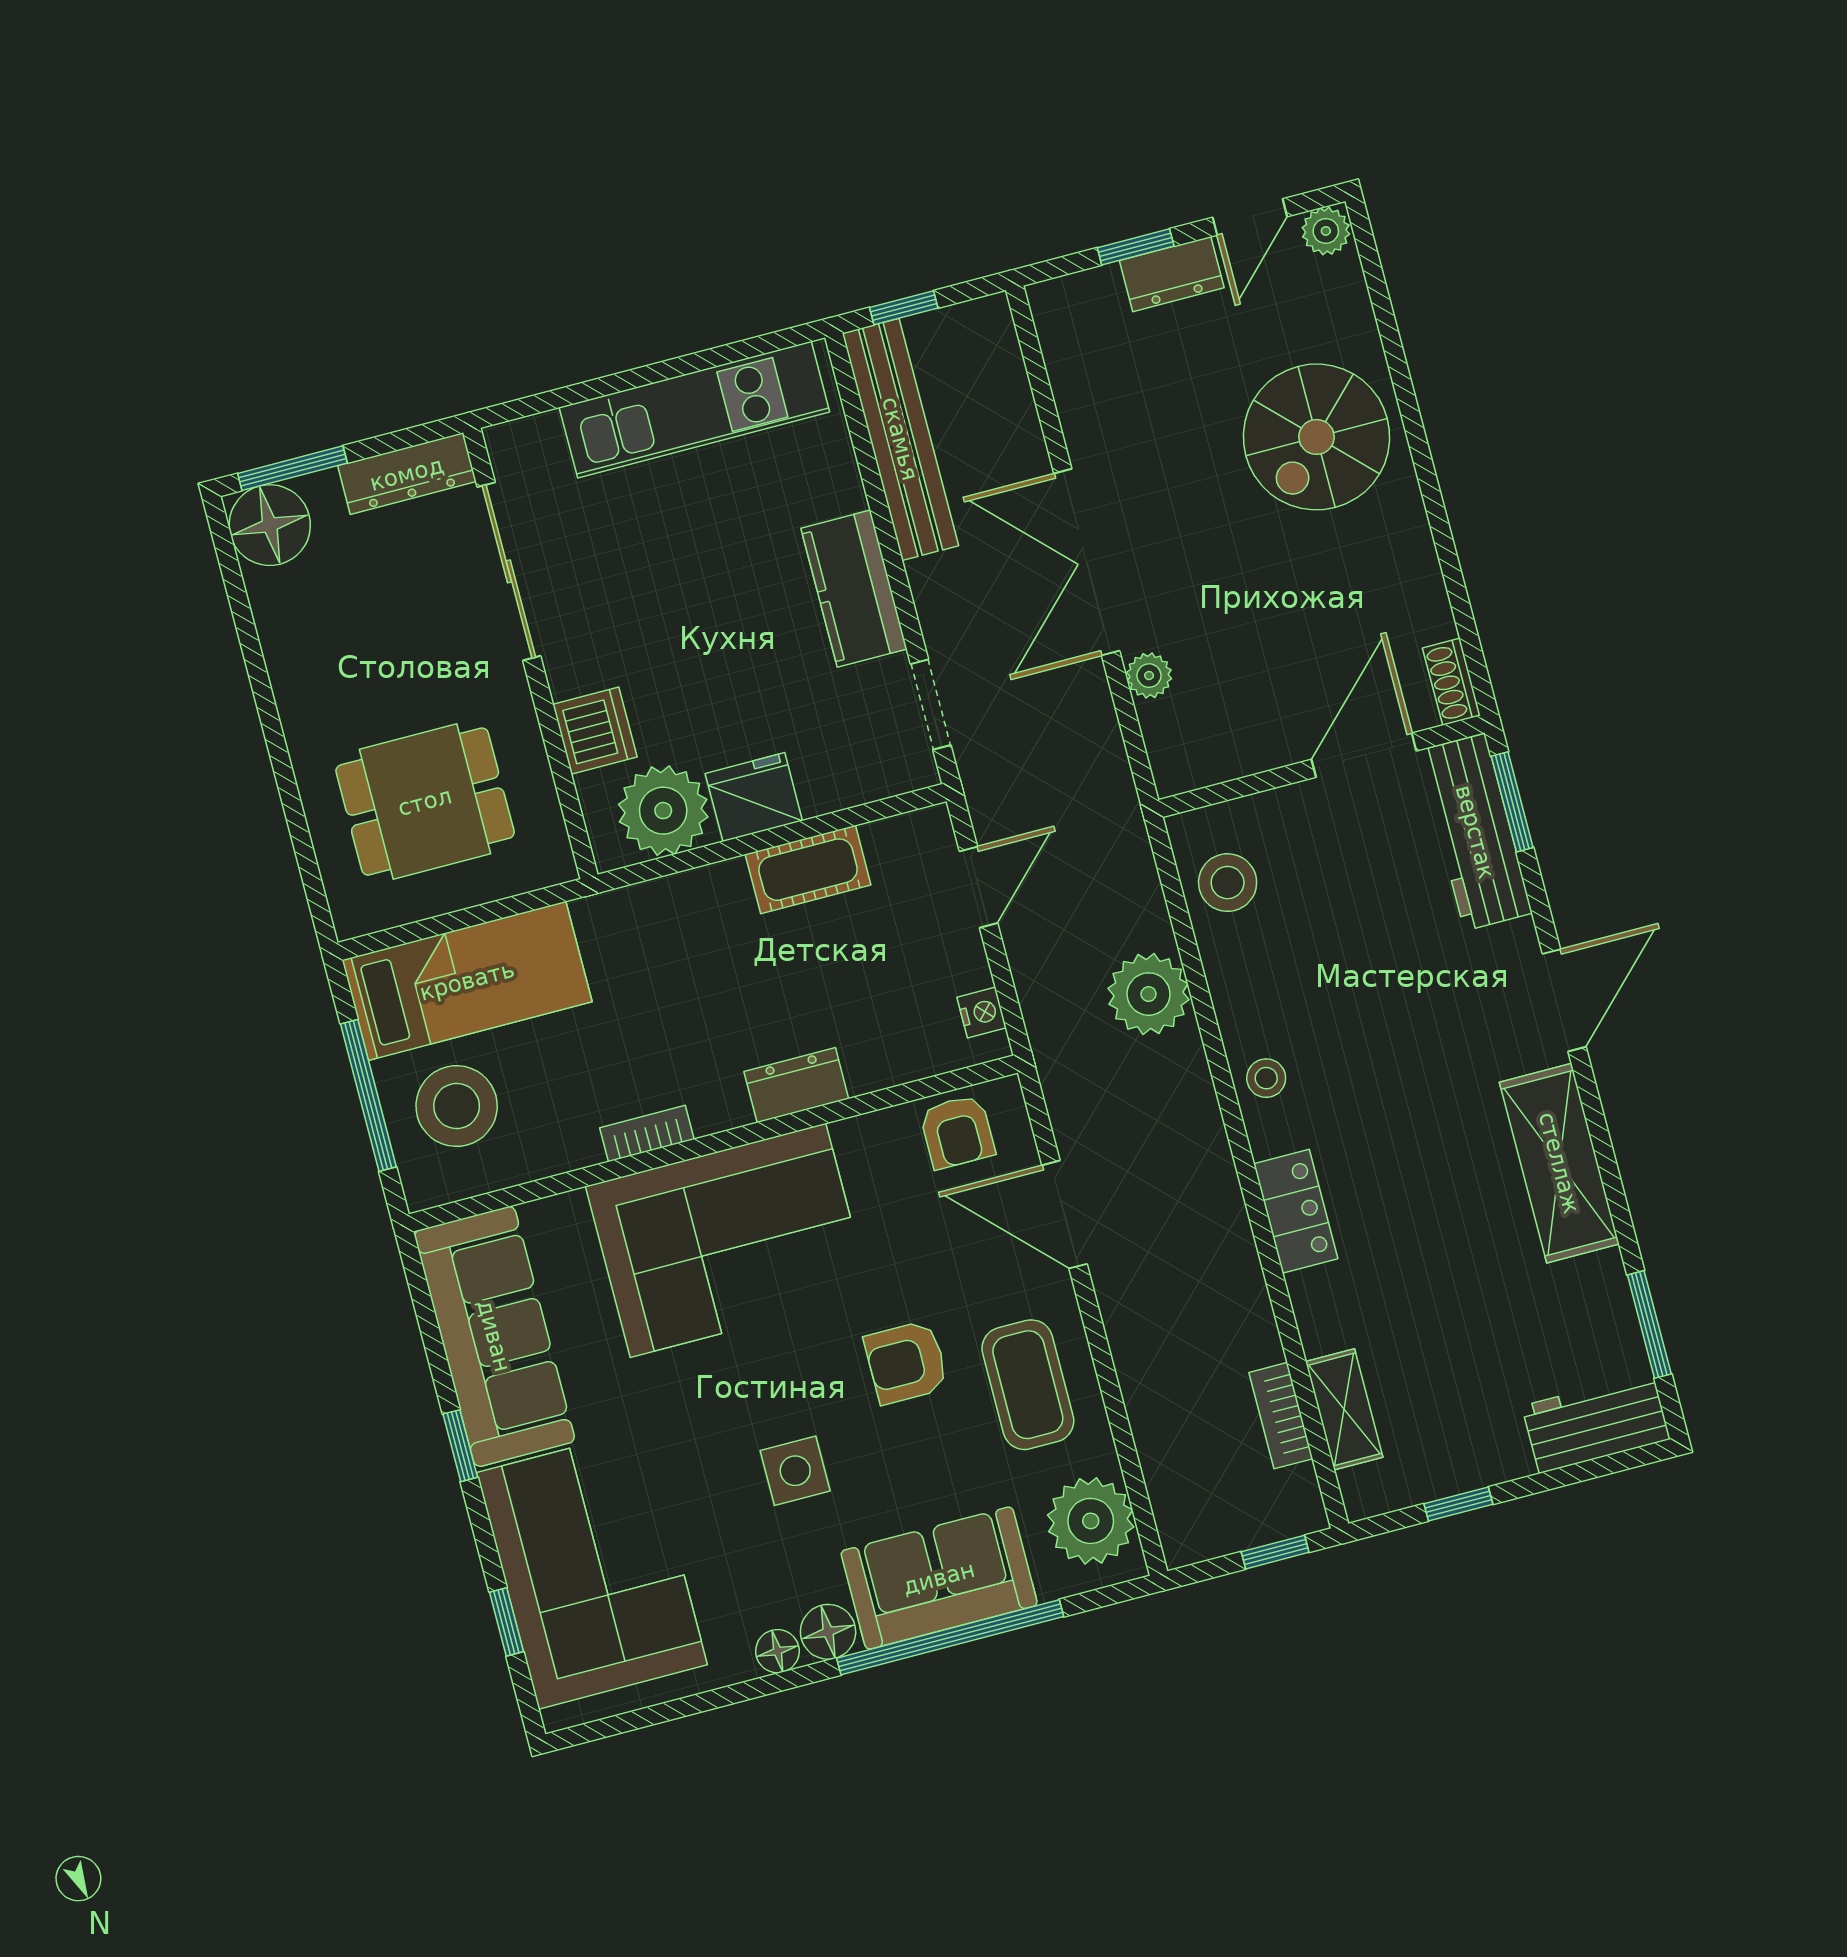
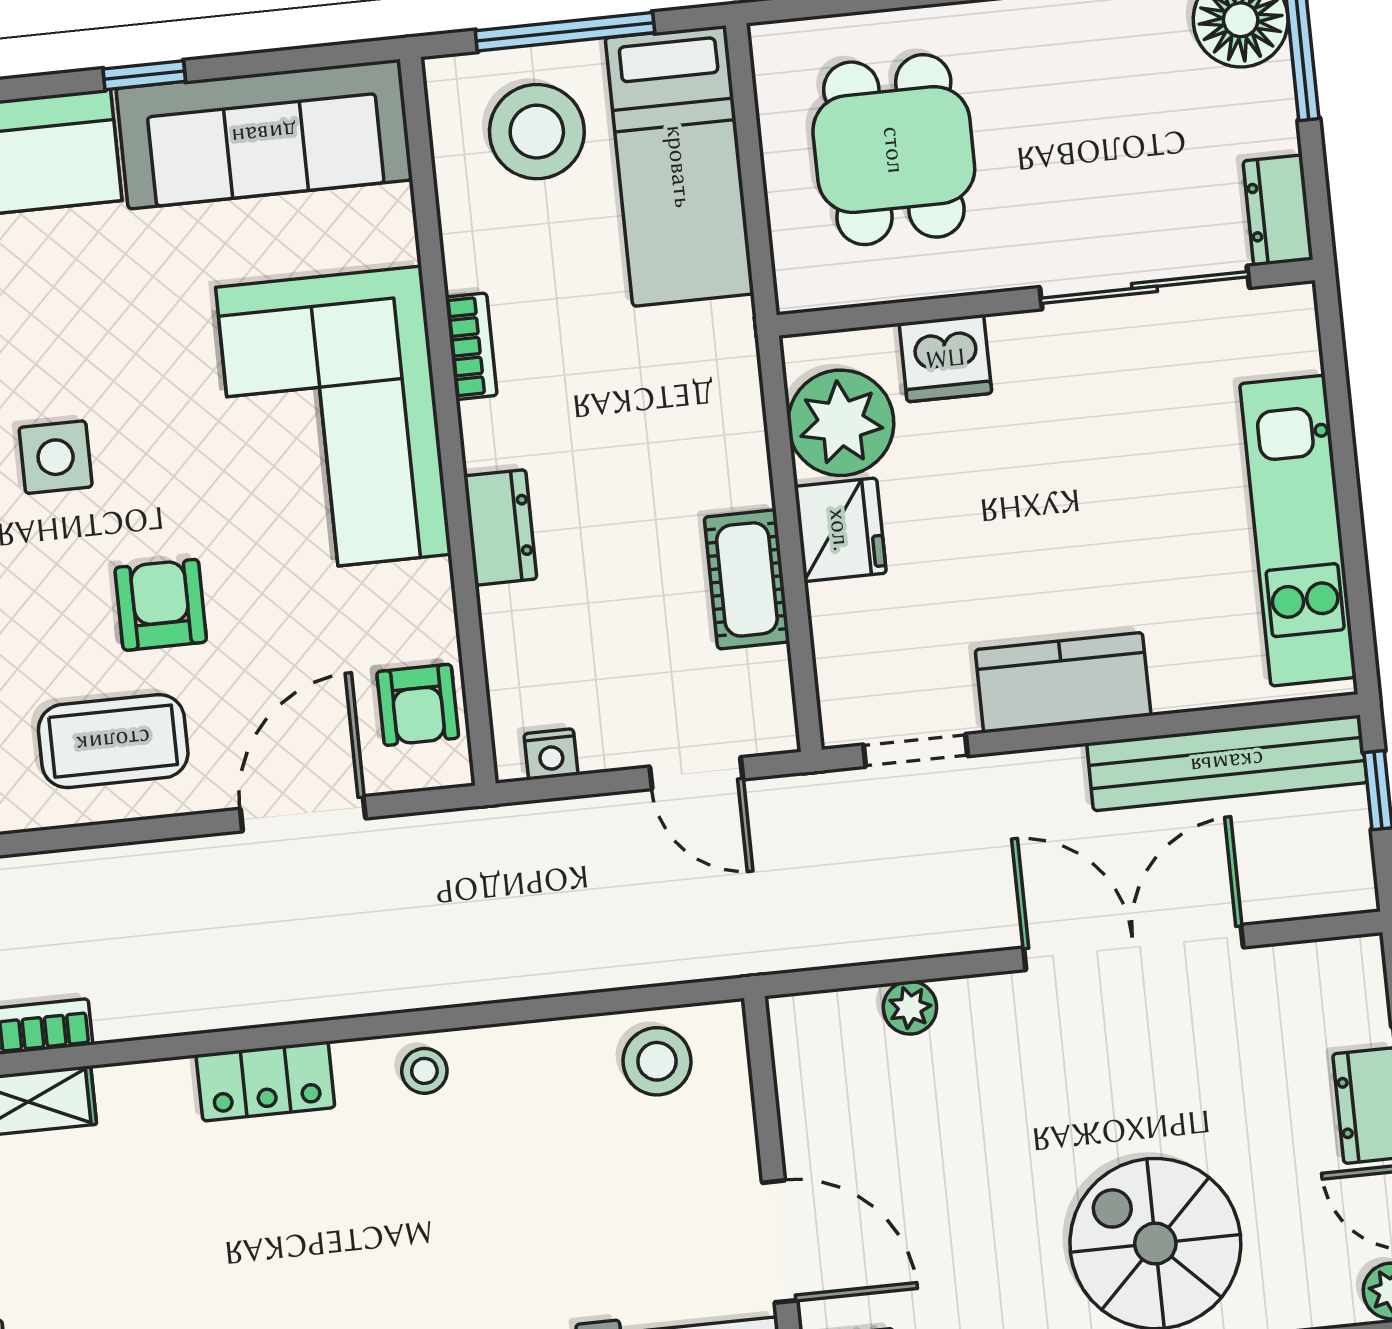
dresser: (407, 474) -> (1278, 210), width x0.70
double door: (1087, 562) -> (1133, 948), moved
plant: (1149, 994) -> (542, 950), removed
armchair: (957, 1132) -> (418, 705), turned -90

